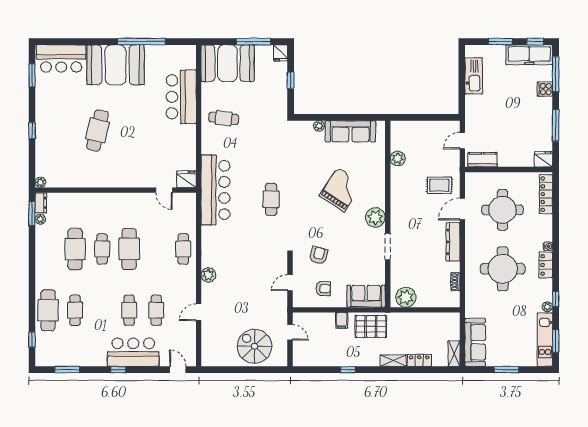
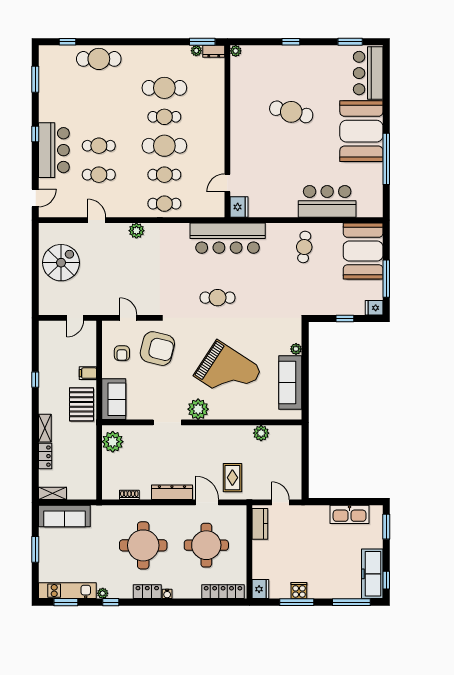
window: (500, 42) -> (386, 527), moved
cooker: (545, 89) -> (299, 590), moved
grand piano: (341, 190) -> (228, 372), width x1.37, depth x1.48
armchair: (319, 255) -> (157, 349), width x1.88, depth x1.88
cafe table: (75, 310) -> (164, 175), moved
spiral stairs: (255, 346) -> (61, 263), moved

